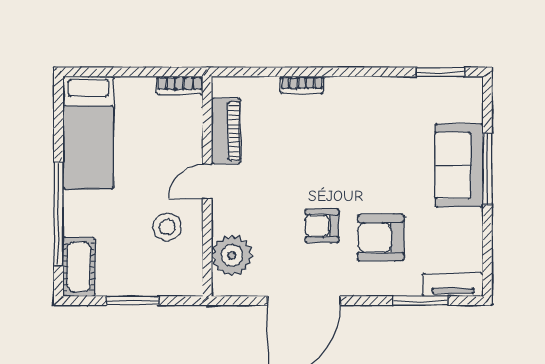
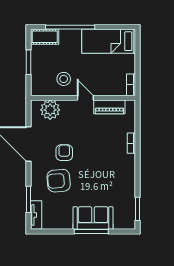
armchair: (381, 238) -> (59, 181), turned -95

